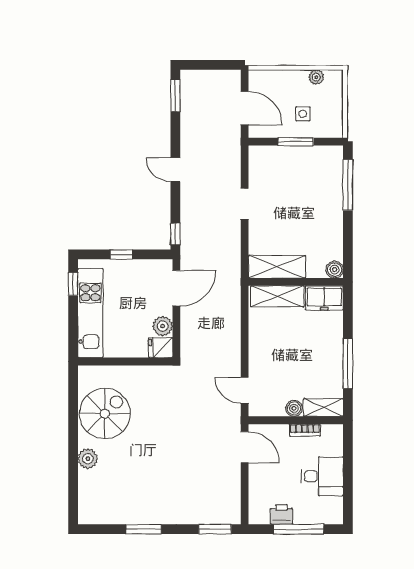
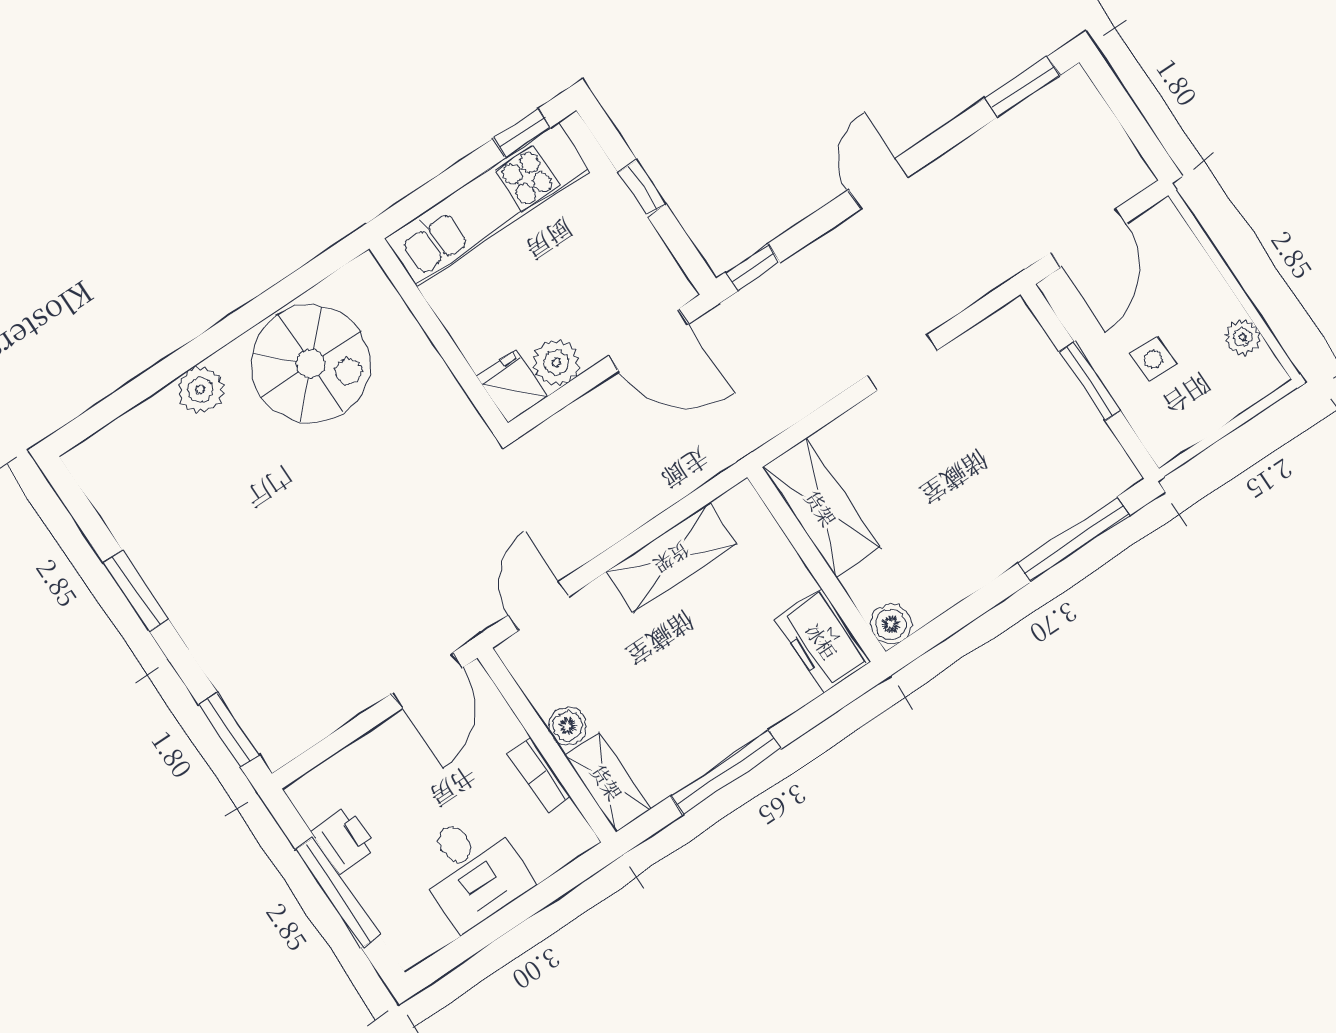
shelving: (277, 296) -> (672, 558), moved, turned 90

